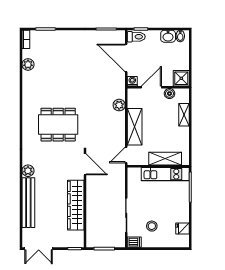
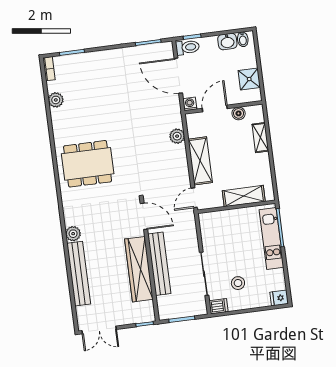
shower: (181, 78) -> (249, 79), moved
dining table: (58, 125) -> (88, 164), moved
kitchen unit: (165, 174) -> (271, 238), moved, turned 90
bench: (92, 203) -> (159, 264), added
fridge: (182, 228) -> (279, 298), moved

